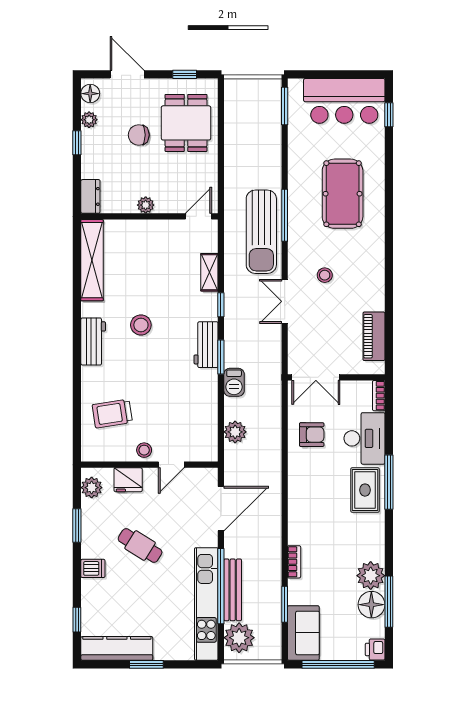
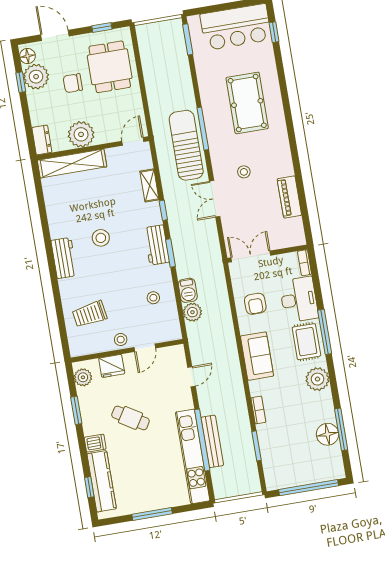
plant: (89, 120) -> (36, 77), width x1.88, depth x1.88
window: (77, 143) -> (21, 82), moved
plant: (146, 205) -> (81, 134), width x1.88, depth x1.88
sun lounger: (261, 232) -> (186, 145), turned 180
shelving: (92, 260) -> (72, 163), moved, turned 90
piano: (374, 336) -> (289, 197), moved
double door: (316, 377) -> (251, 256), swing flipped
barbecue: (234, 382) -> (188, 290), moved
stool: (191, 407) -> (153, 298), added
armchair: (312, 435) -> (255, 304), turned 89
door: (221, 509) -> (191, 377), width x0.53
plant: (371, 576) -> (318, 379), moved
sofa: (303, 633) -> (257, 356), moved
plant: (239, 638) -> (224, 480), removed
kitchen counter: (117, 648) -> (102, 481), moved, turned 90
printer: (375, 649) -> (337, 470), removed
window: (146, 664) -> (152, 514), width x1.44

